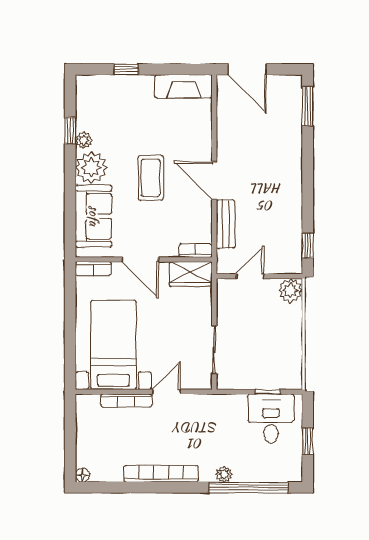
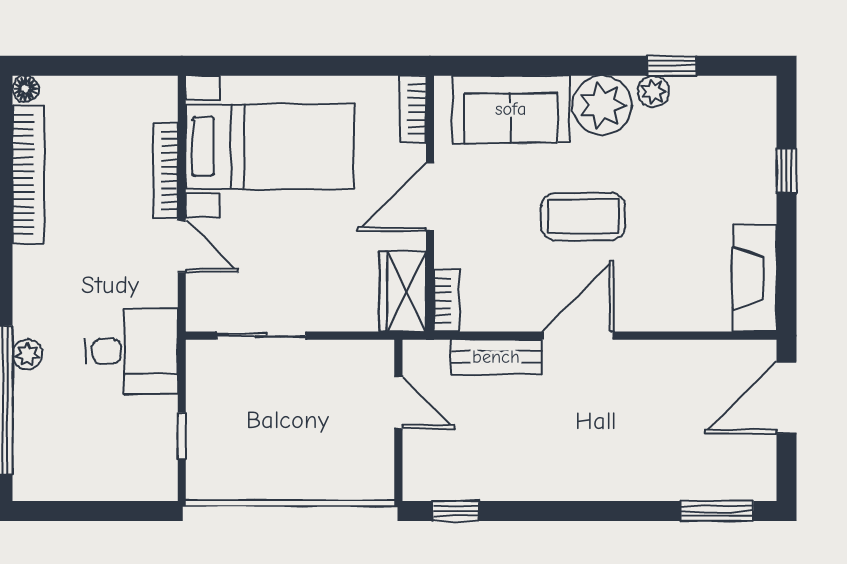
plant: (290, 290) -> (372, 479), removed
desk: (271, 419) -> (132, 351), moved
window: (308, 441) -> (89, 511), removed
bookcase: (161, 474) -> (28, 175), moved

